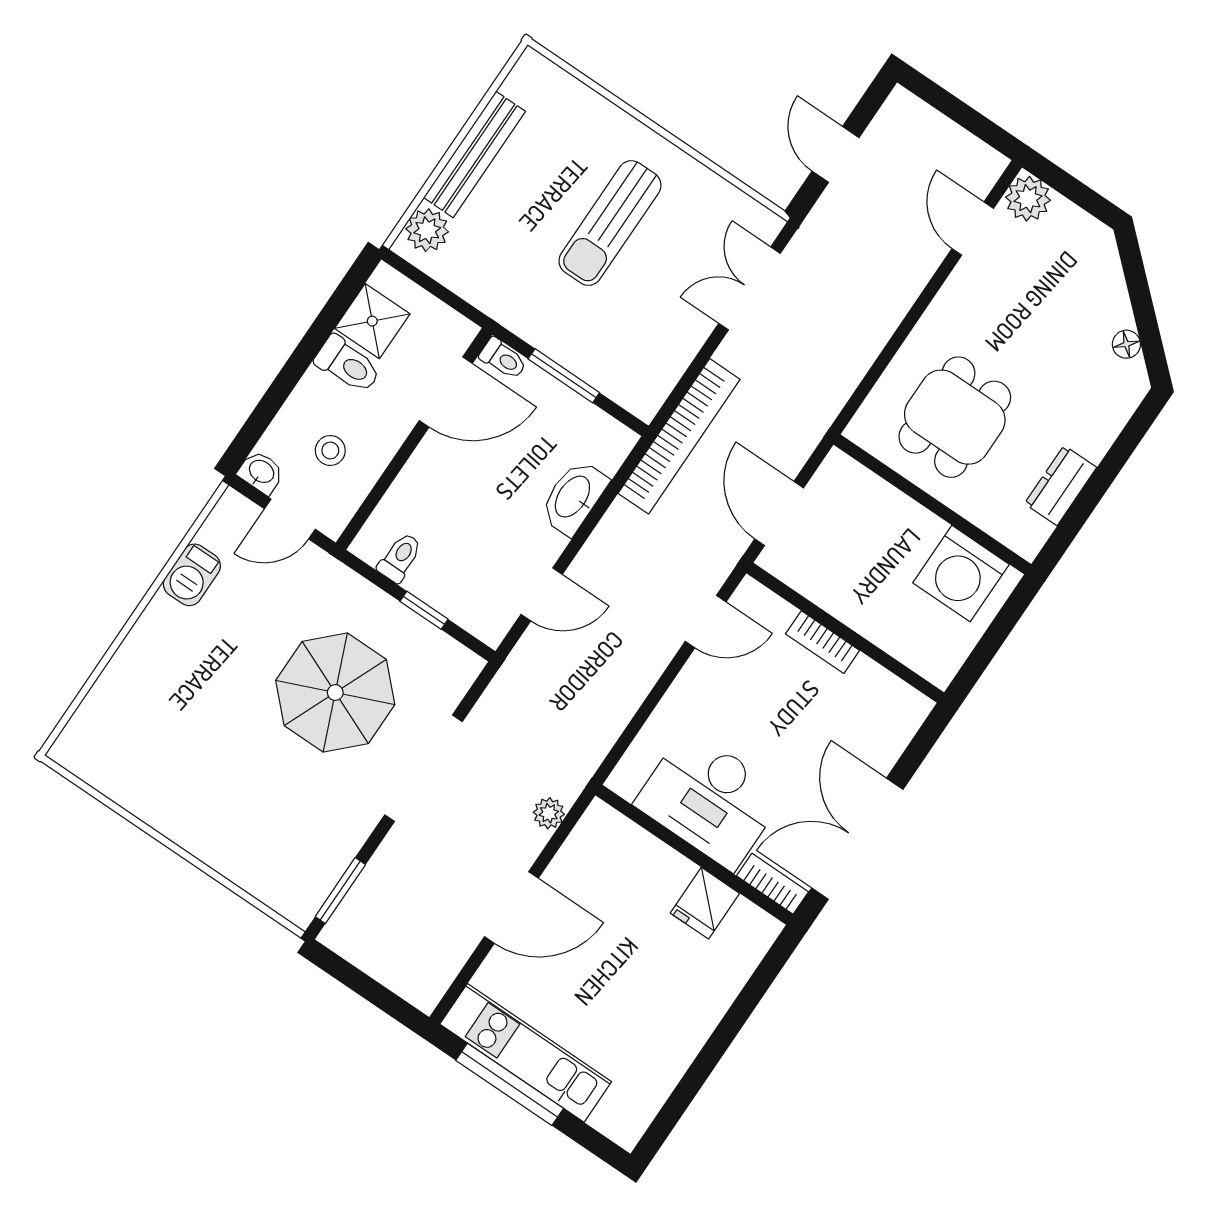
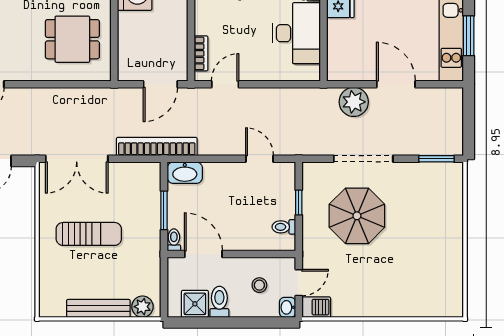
double door: (750, 288) -> (77, 159), width x1.37
washbasin: (574, 497) -> (185, 173), moved
door: (290, 519) -> (299, 283), hinge flipped
barbecue: (192, 575) -> (316, 307), moved
door: (706, 622) -> (225, 84), hinge flipped
bookcase: (823, 642) -> (201, 53), moved
plant: (549, 813) -> (354, 102), width x1.87, depth x1.87
window: (510, 1084) -> (469, 36), width x0.69

